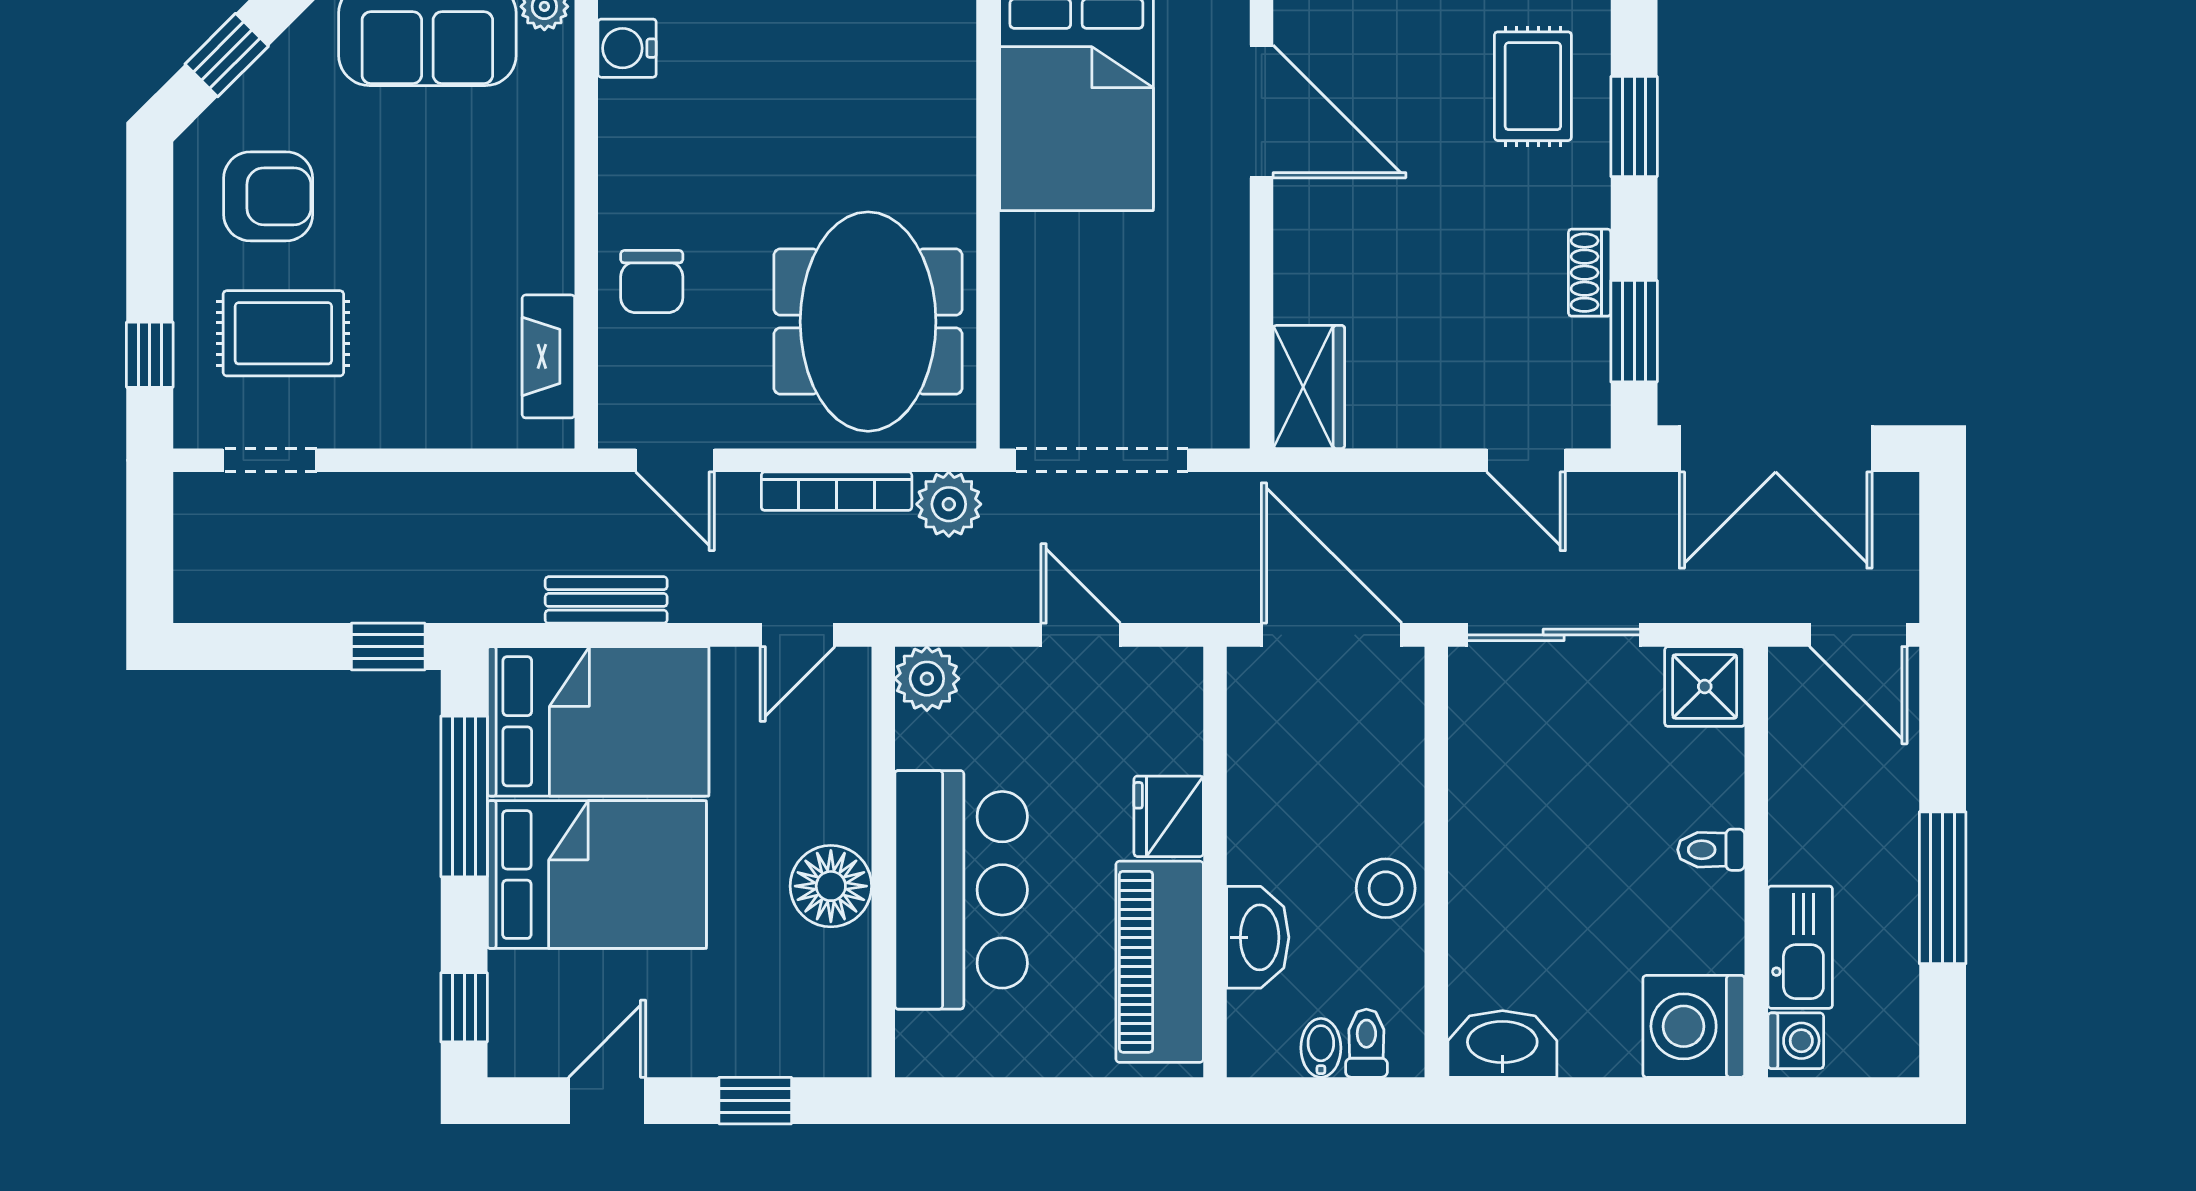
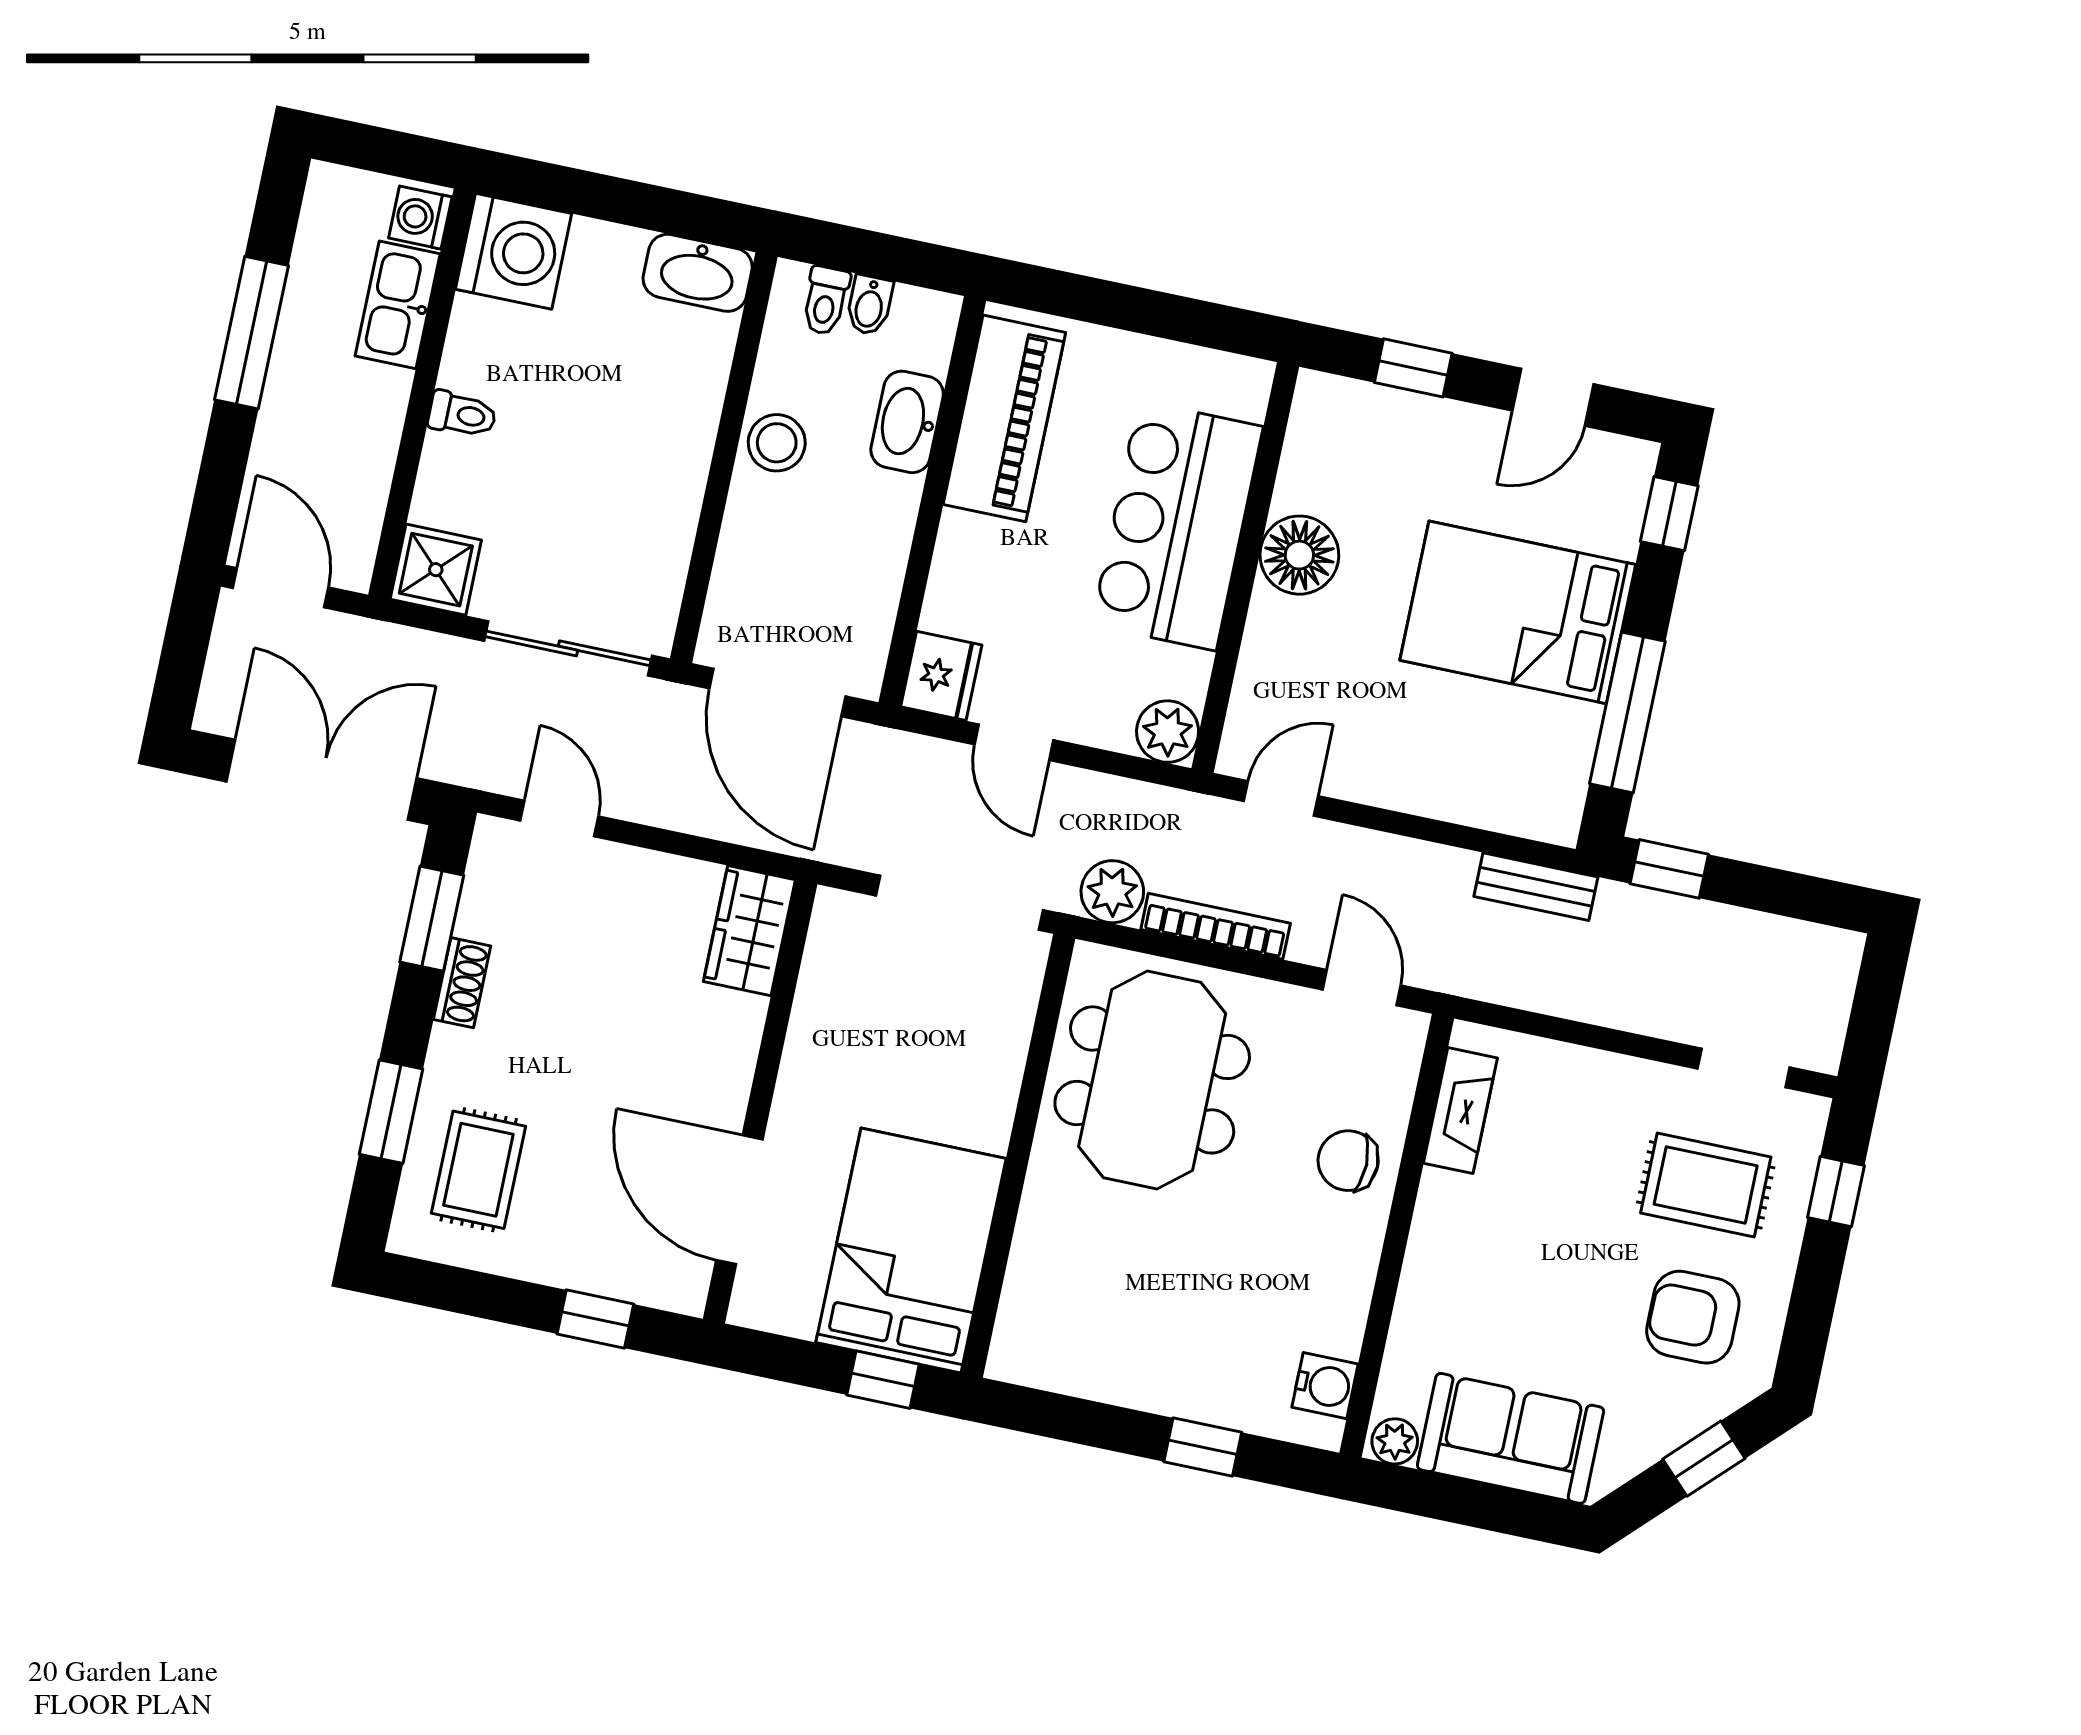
chair: (652, 282) -> (1348, 1161), turned -90
bench: (606, 600) -> (1536, 887), moved
bed: (598, 721) -> (1486, 757), removed
fridge: (1169, 816) -> (941, 676), moved

